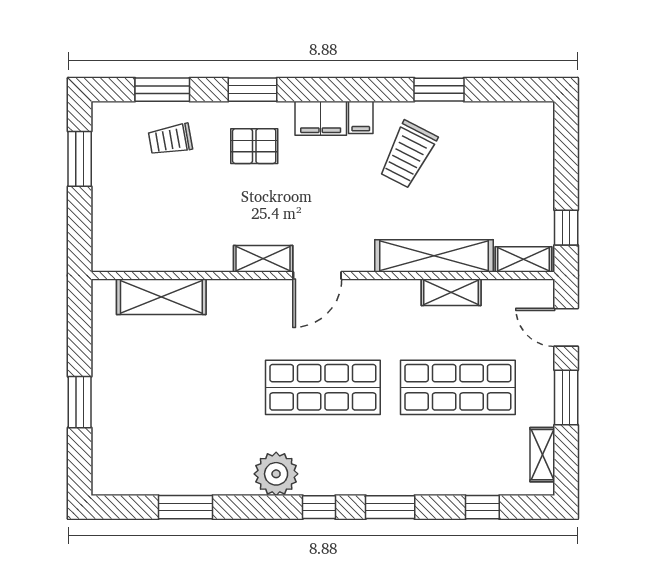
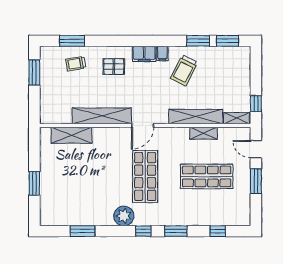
window: (252, 90) -> (227, 41), moved
shelving: (263, 259) -> (102, 116), width x2.20, depth x1.33
shop shelf: (323, 387) -> (145, 176), turned 90
shelving: (542, 455) -> (245, 207), removed

